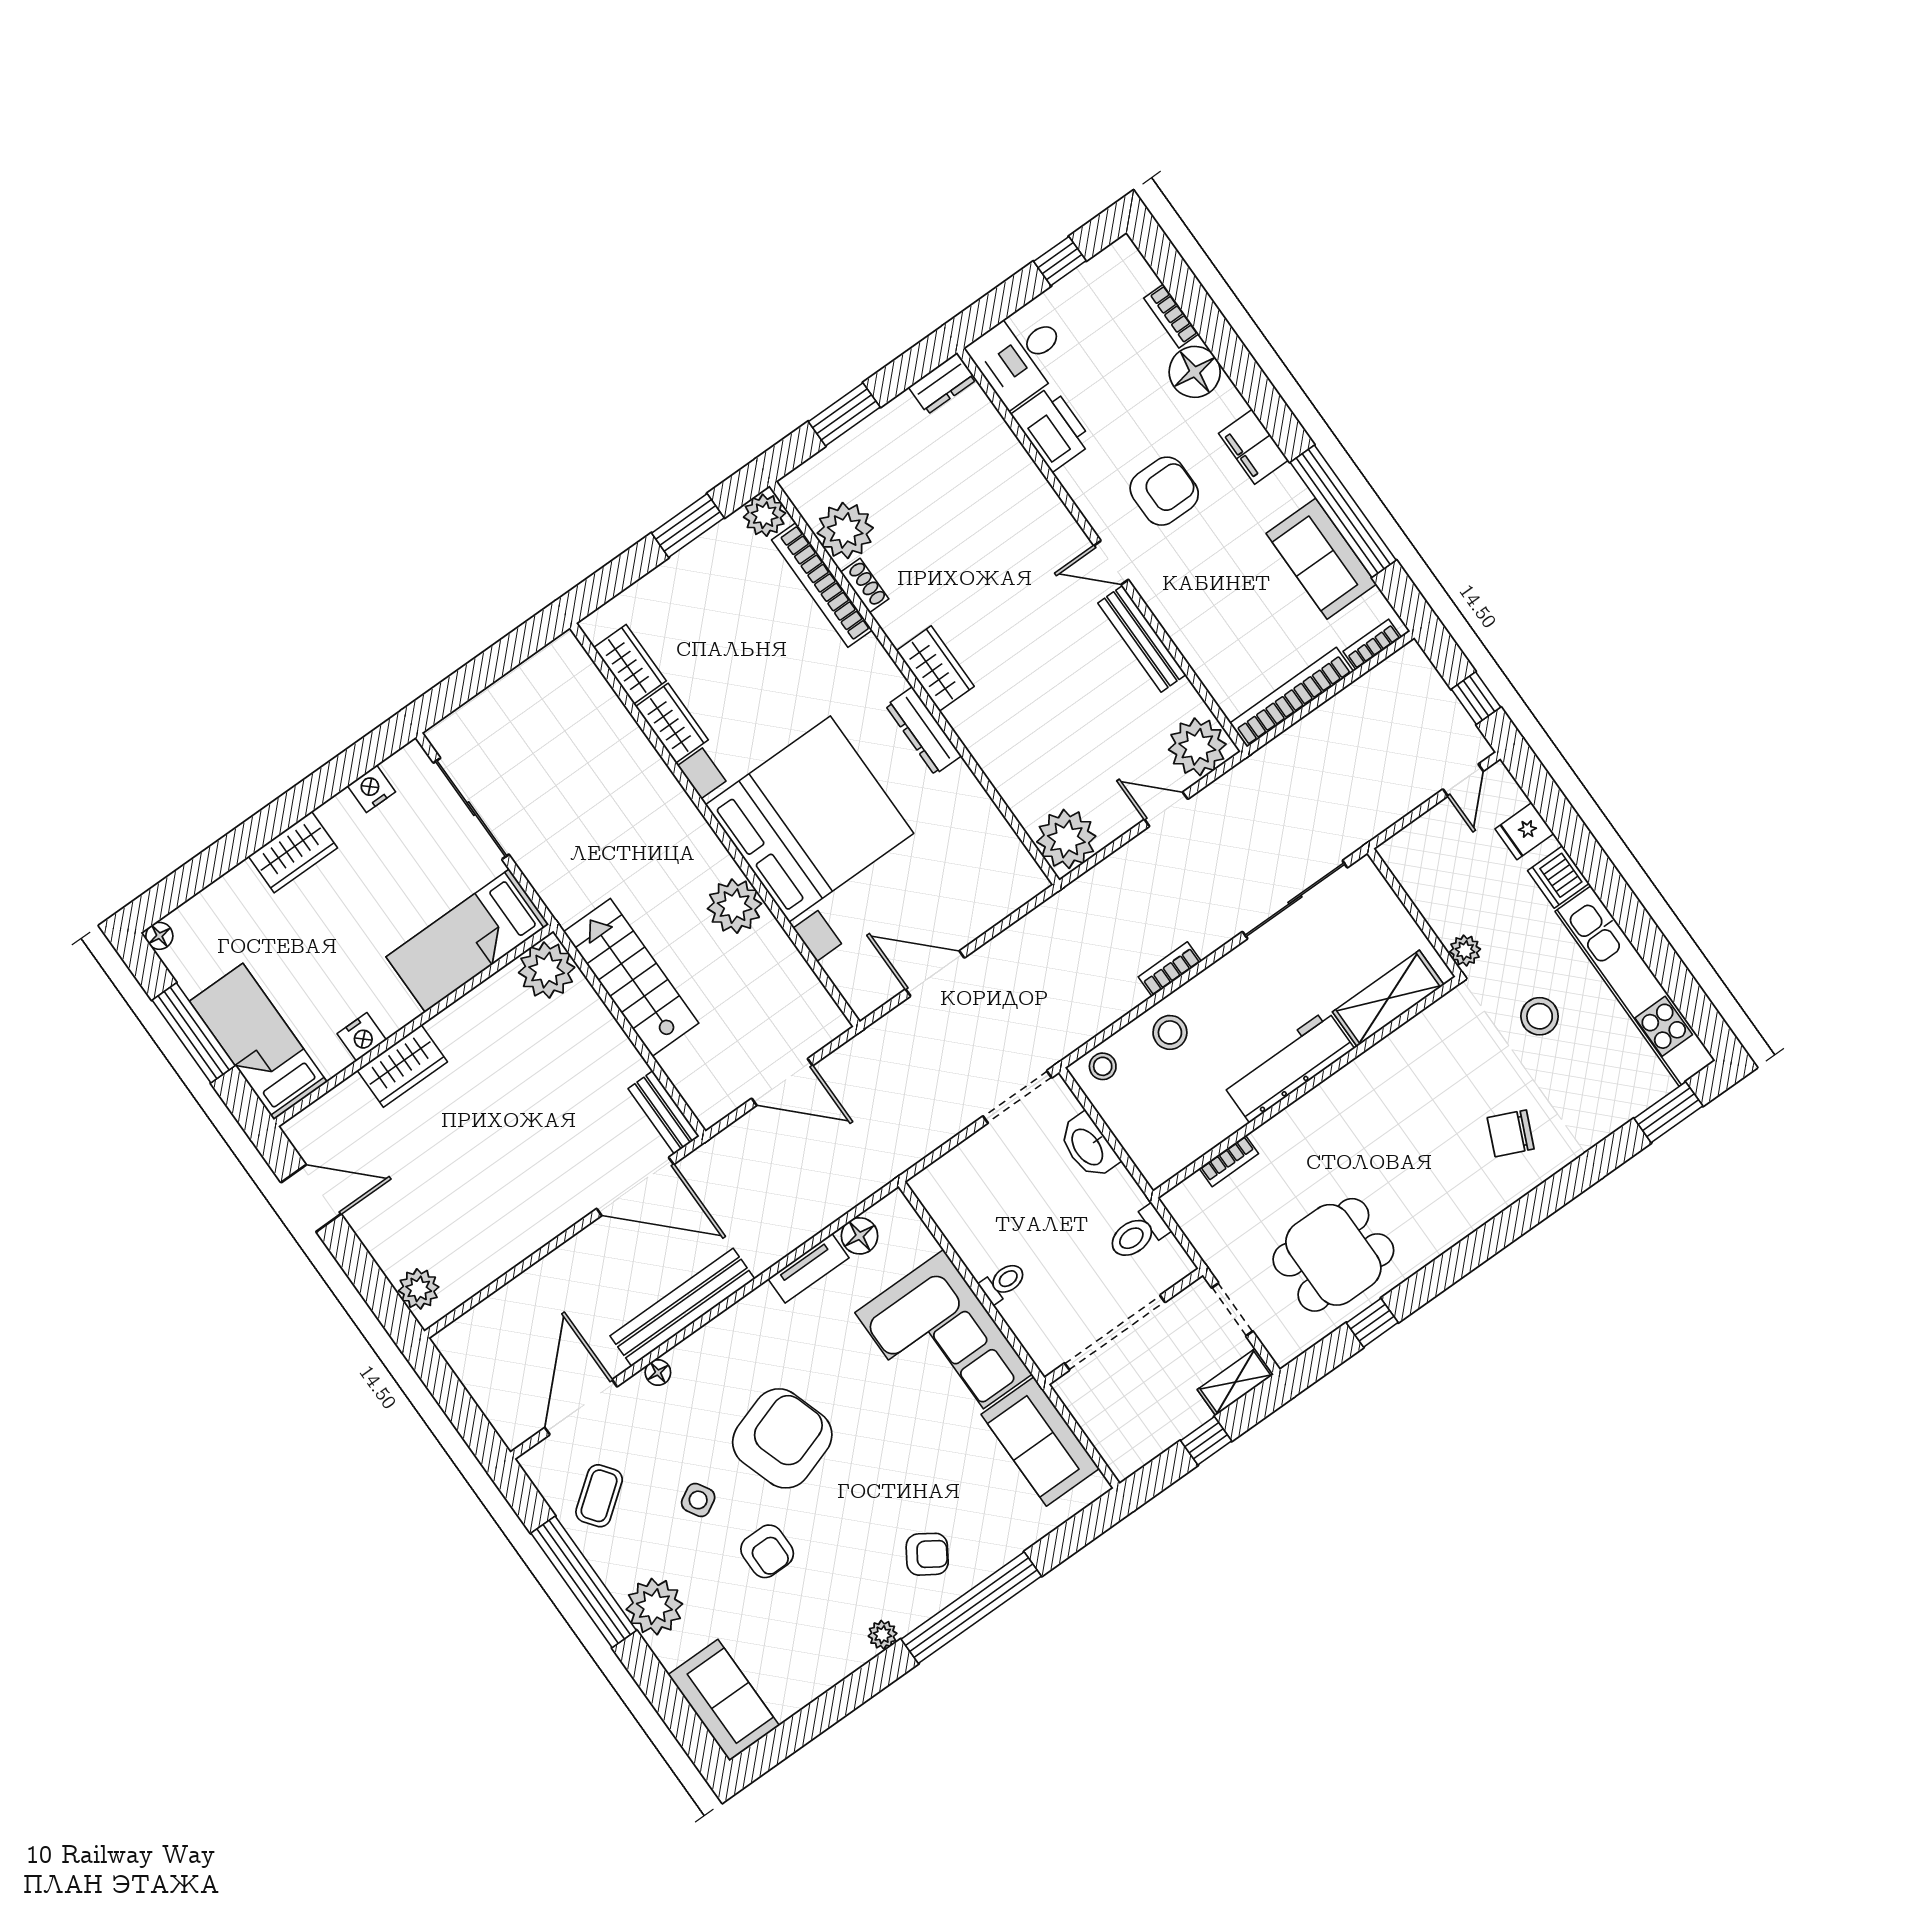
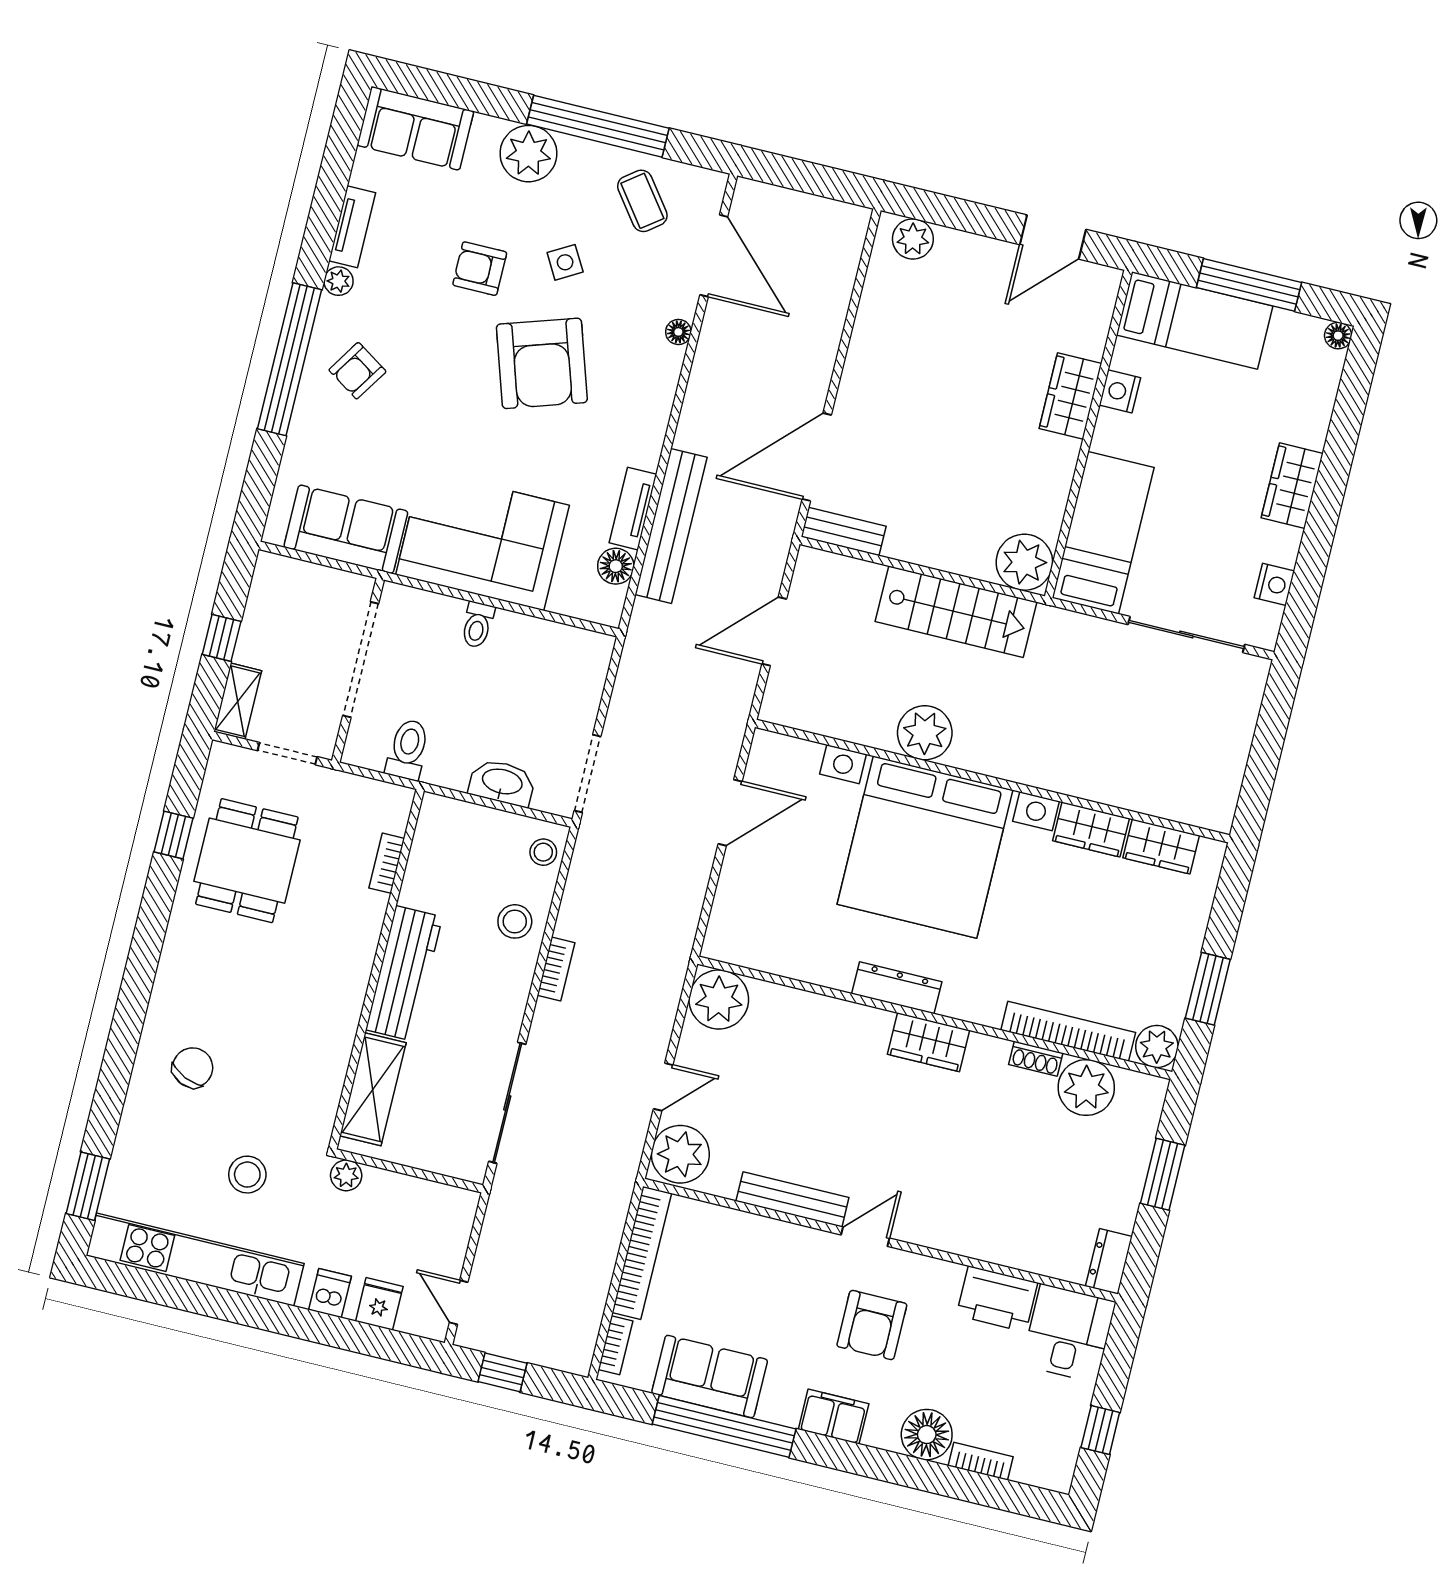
dishwasher: (1558, 877) -> (330, 1293), width x0.73
bench: (682, 1307) -> (671, 526), moved
tv unit: (836, 1667) -> (352, 227), added

